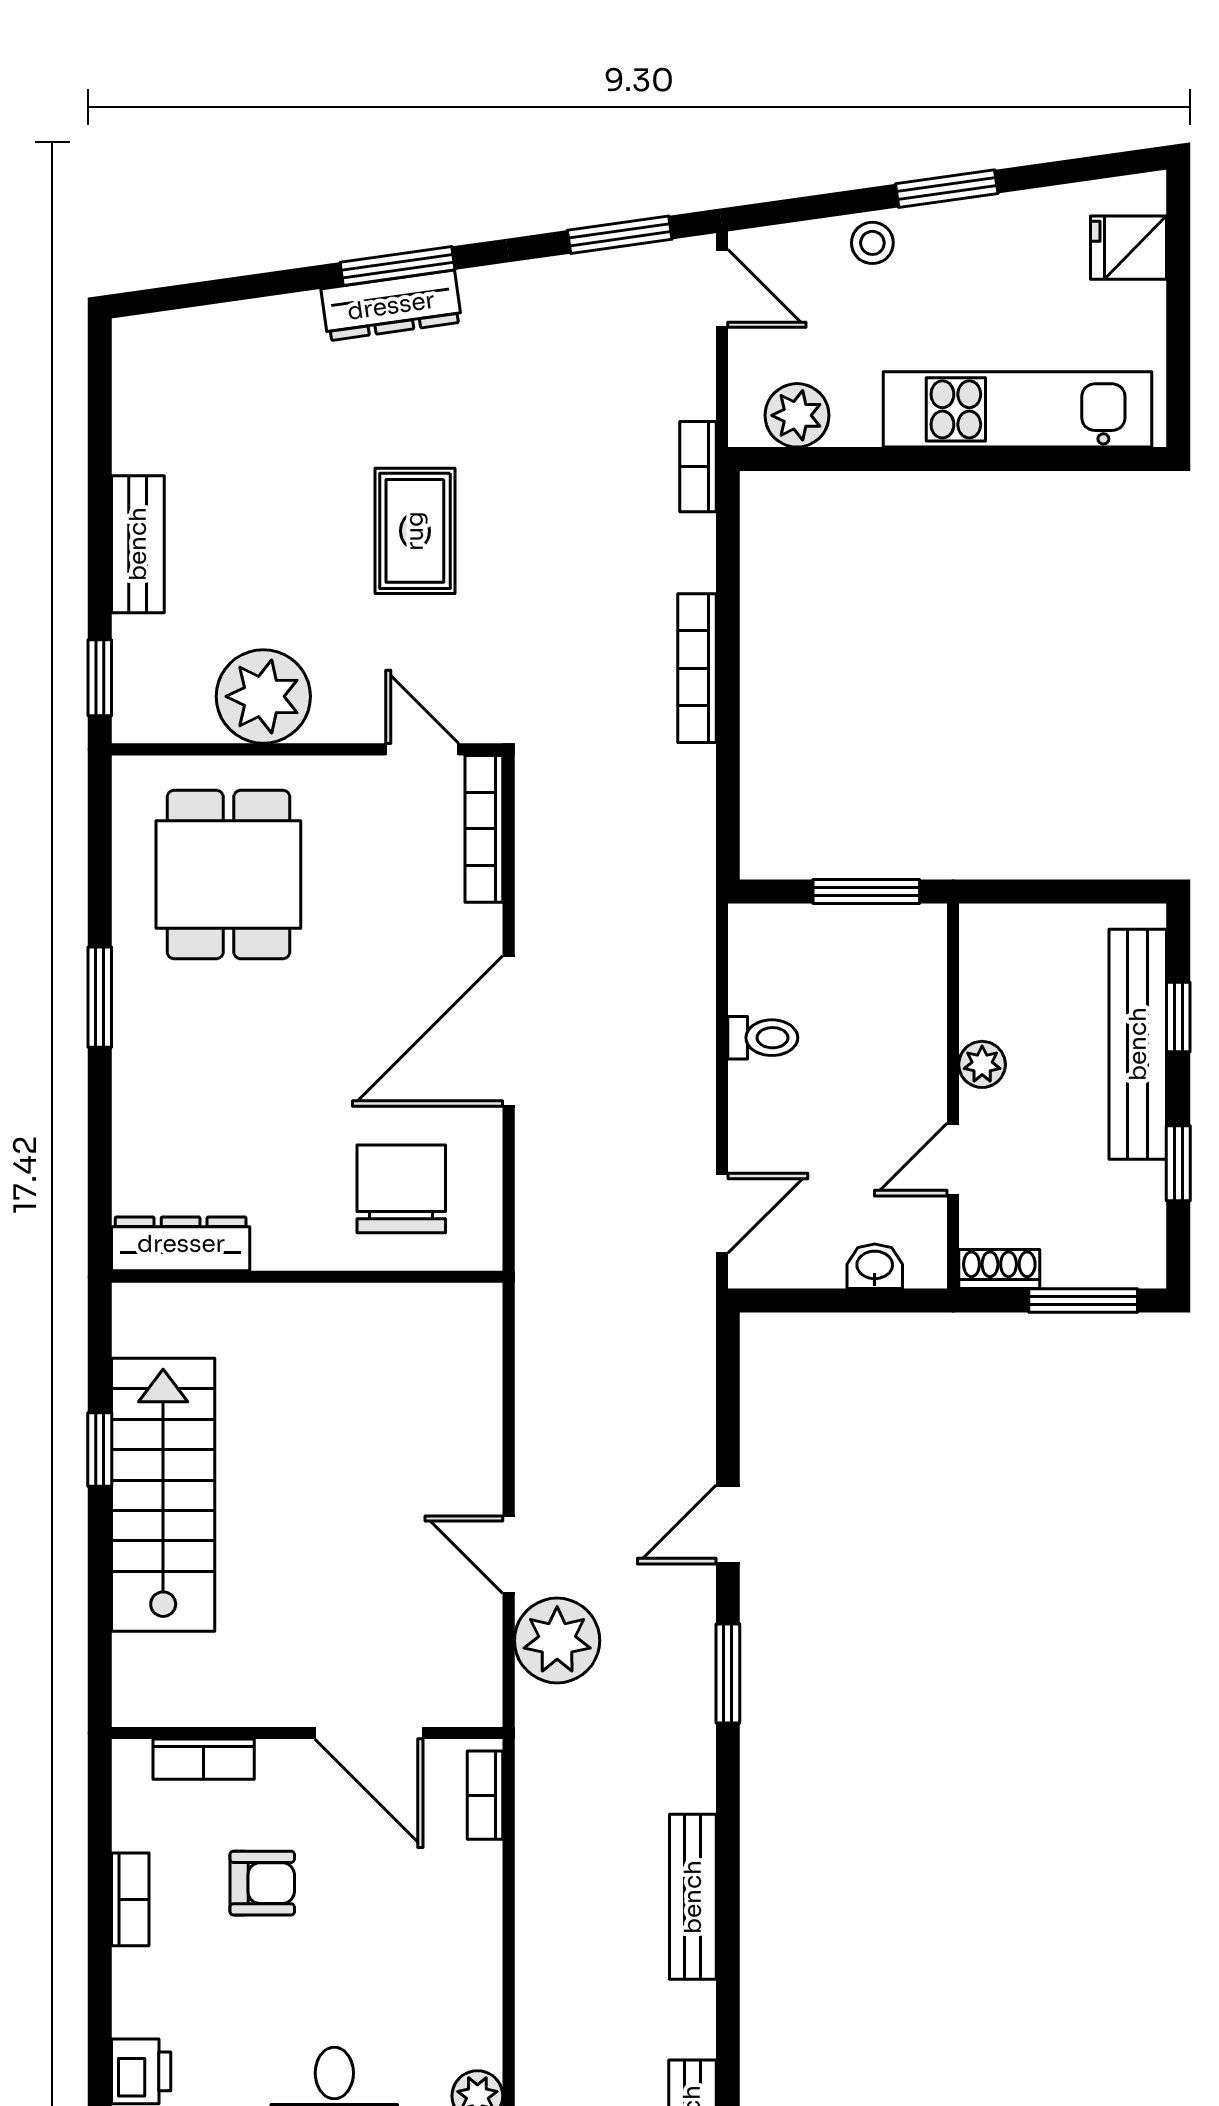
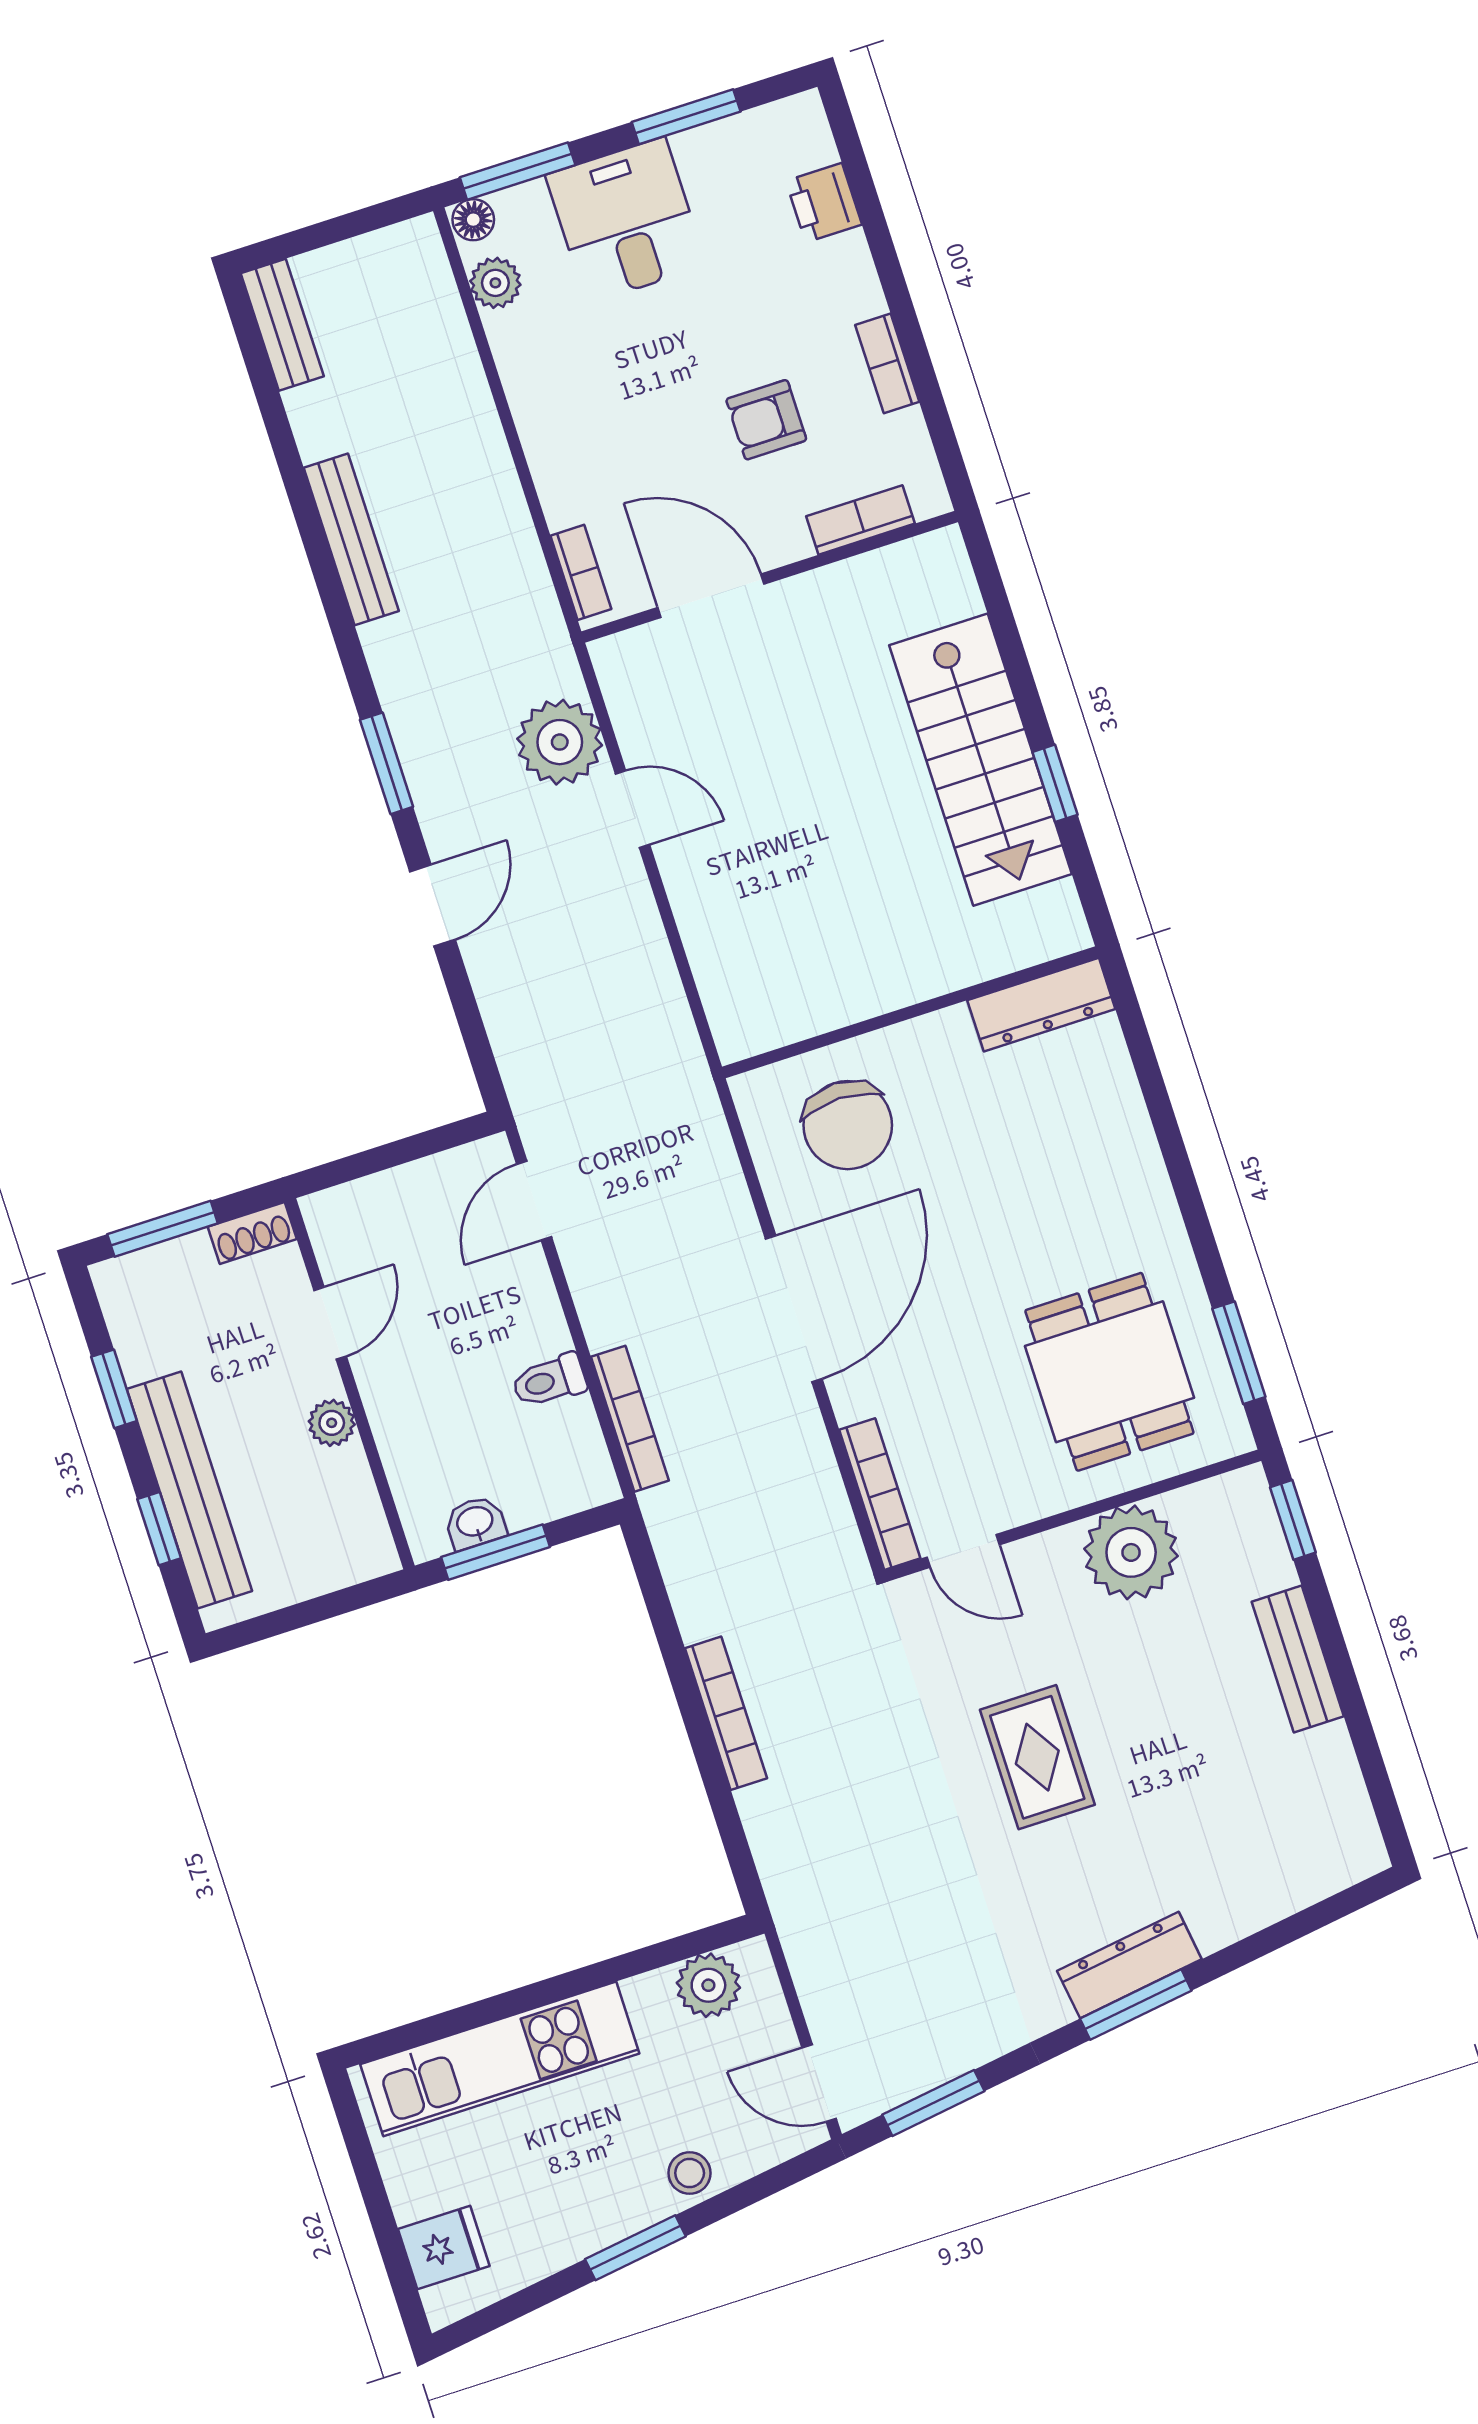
bookcase: (698, 467) -> (630, 1419), moved, width x1.56
window: (100, 997) -> (1239, 1353), moved
washbasin: (875, 1266) -> (475, 1523), moved, turned 180

